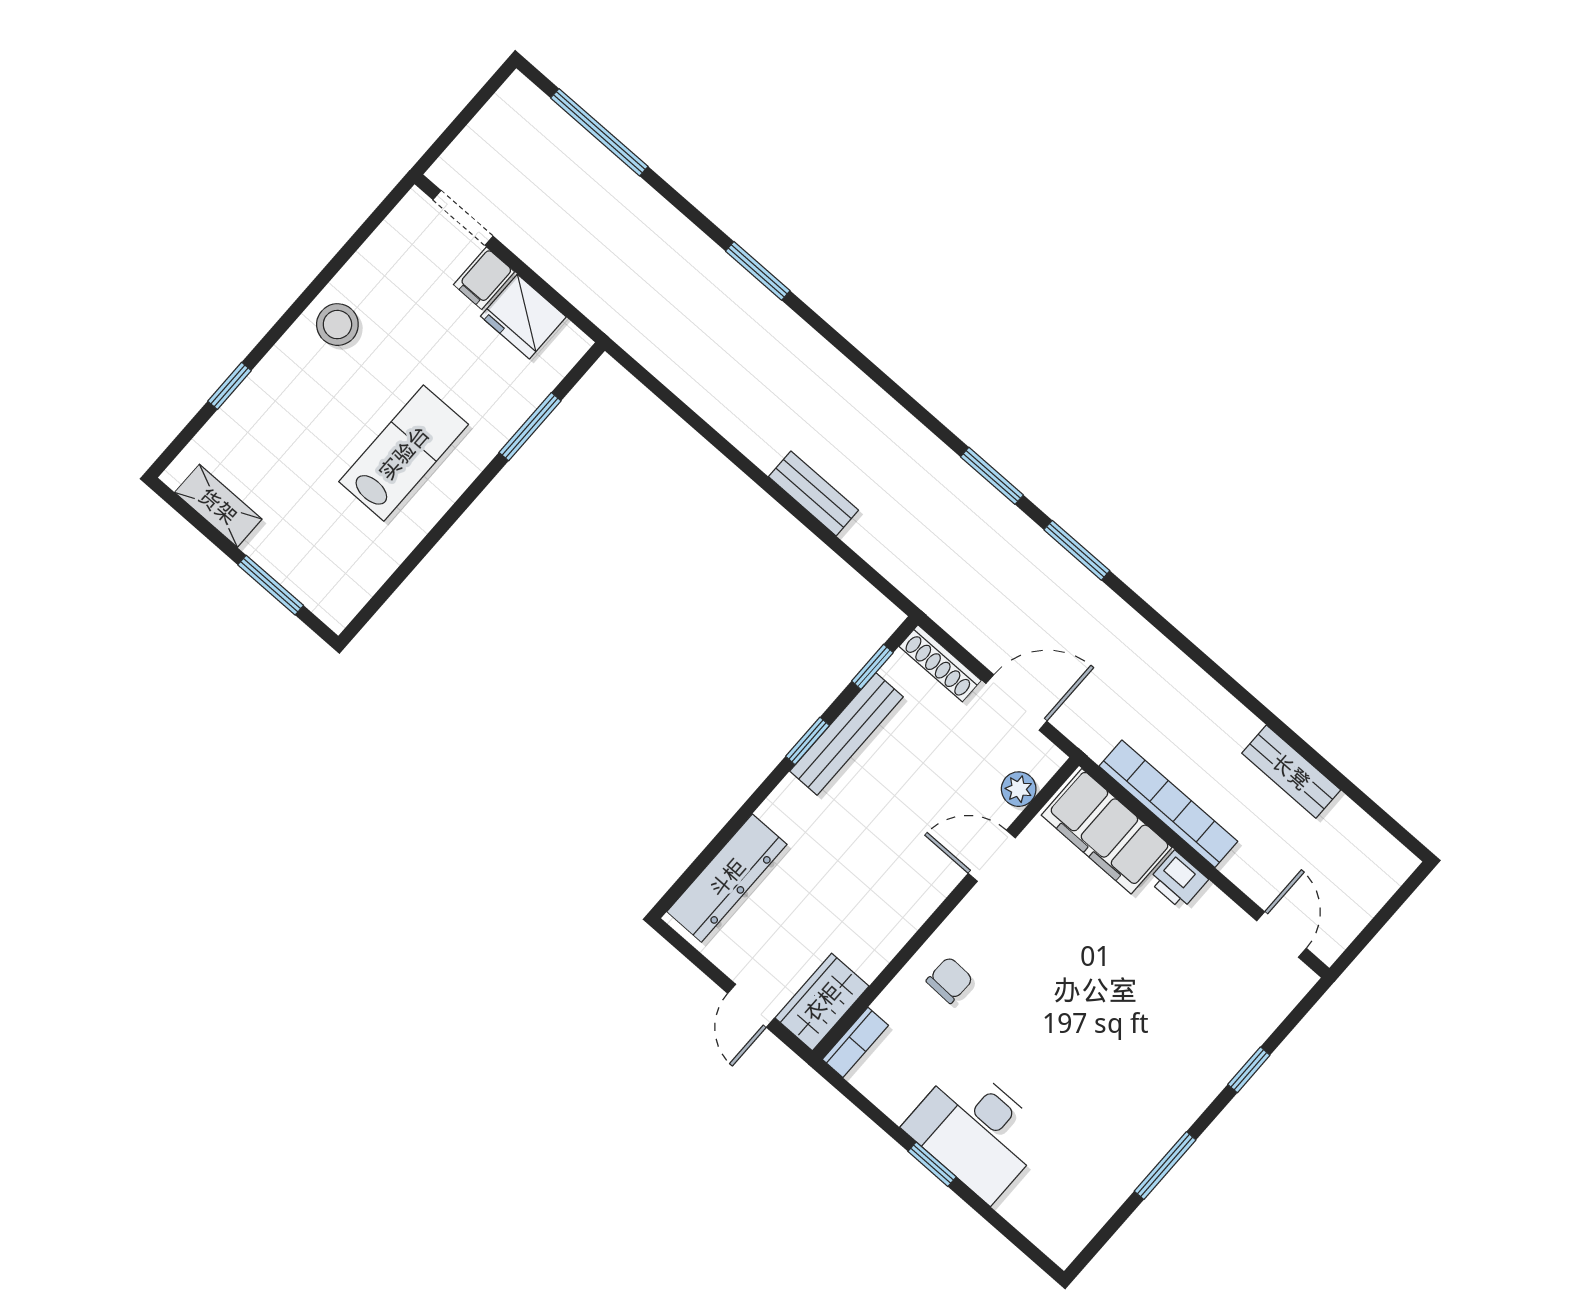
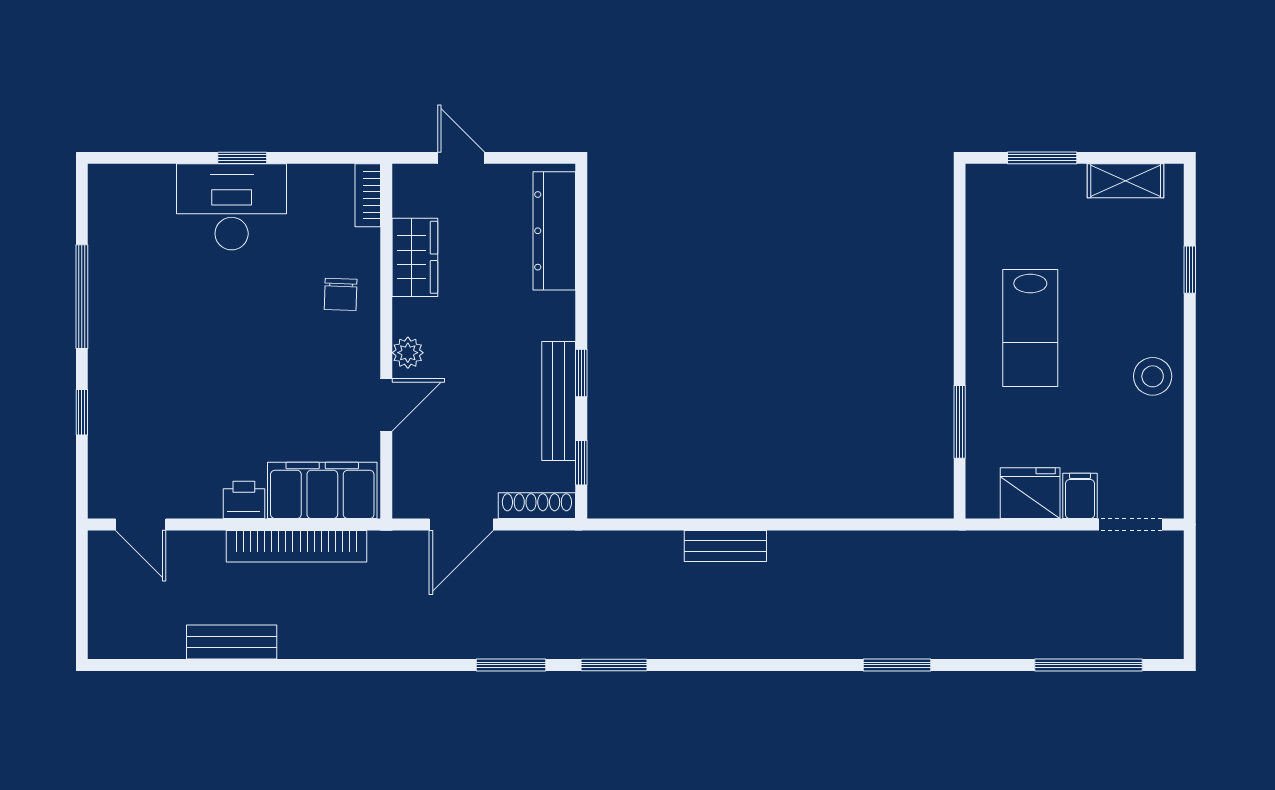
plant: (1019, 789) -> (408, 353), moved
wardrobe: (822, 1002) -> (415, 257), moved
window: (1165, 1166) -> (82, 297), width x1.44

